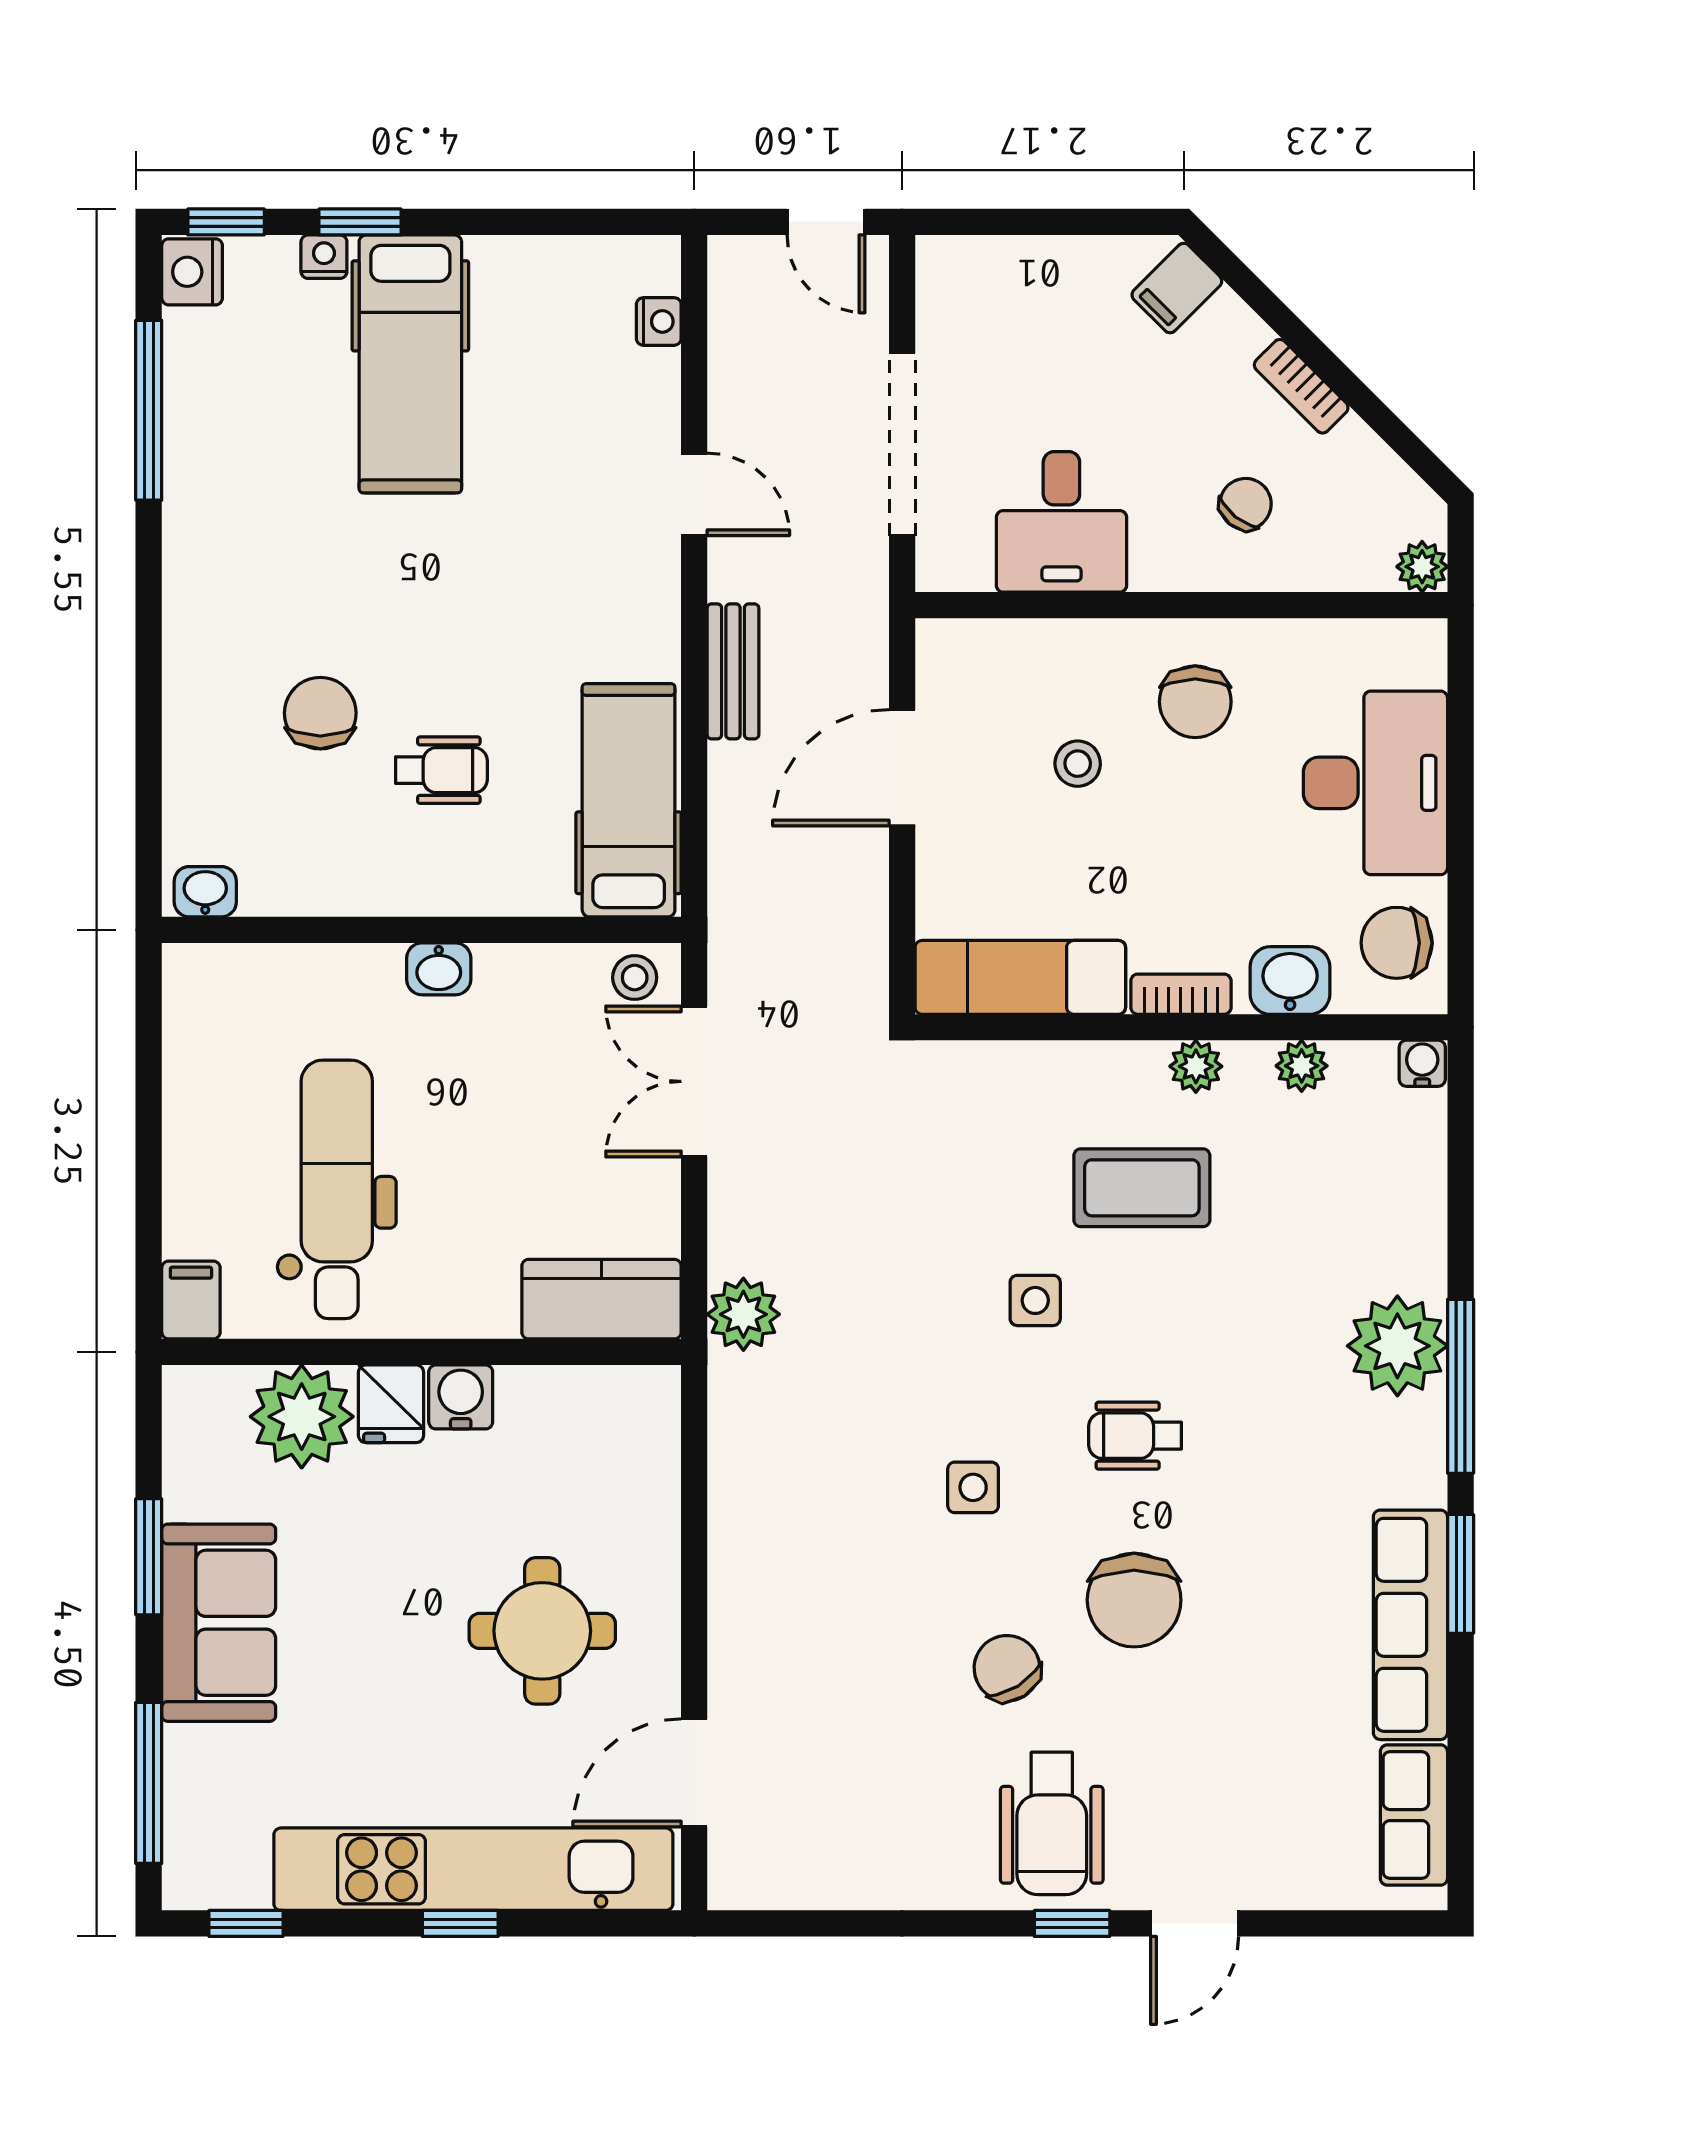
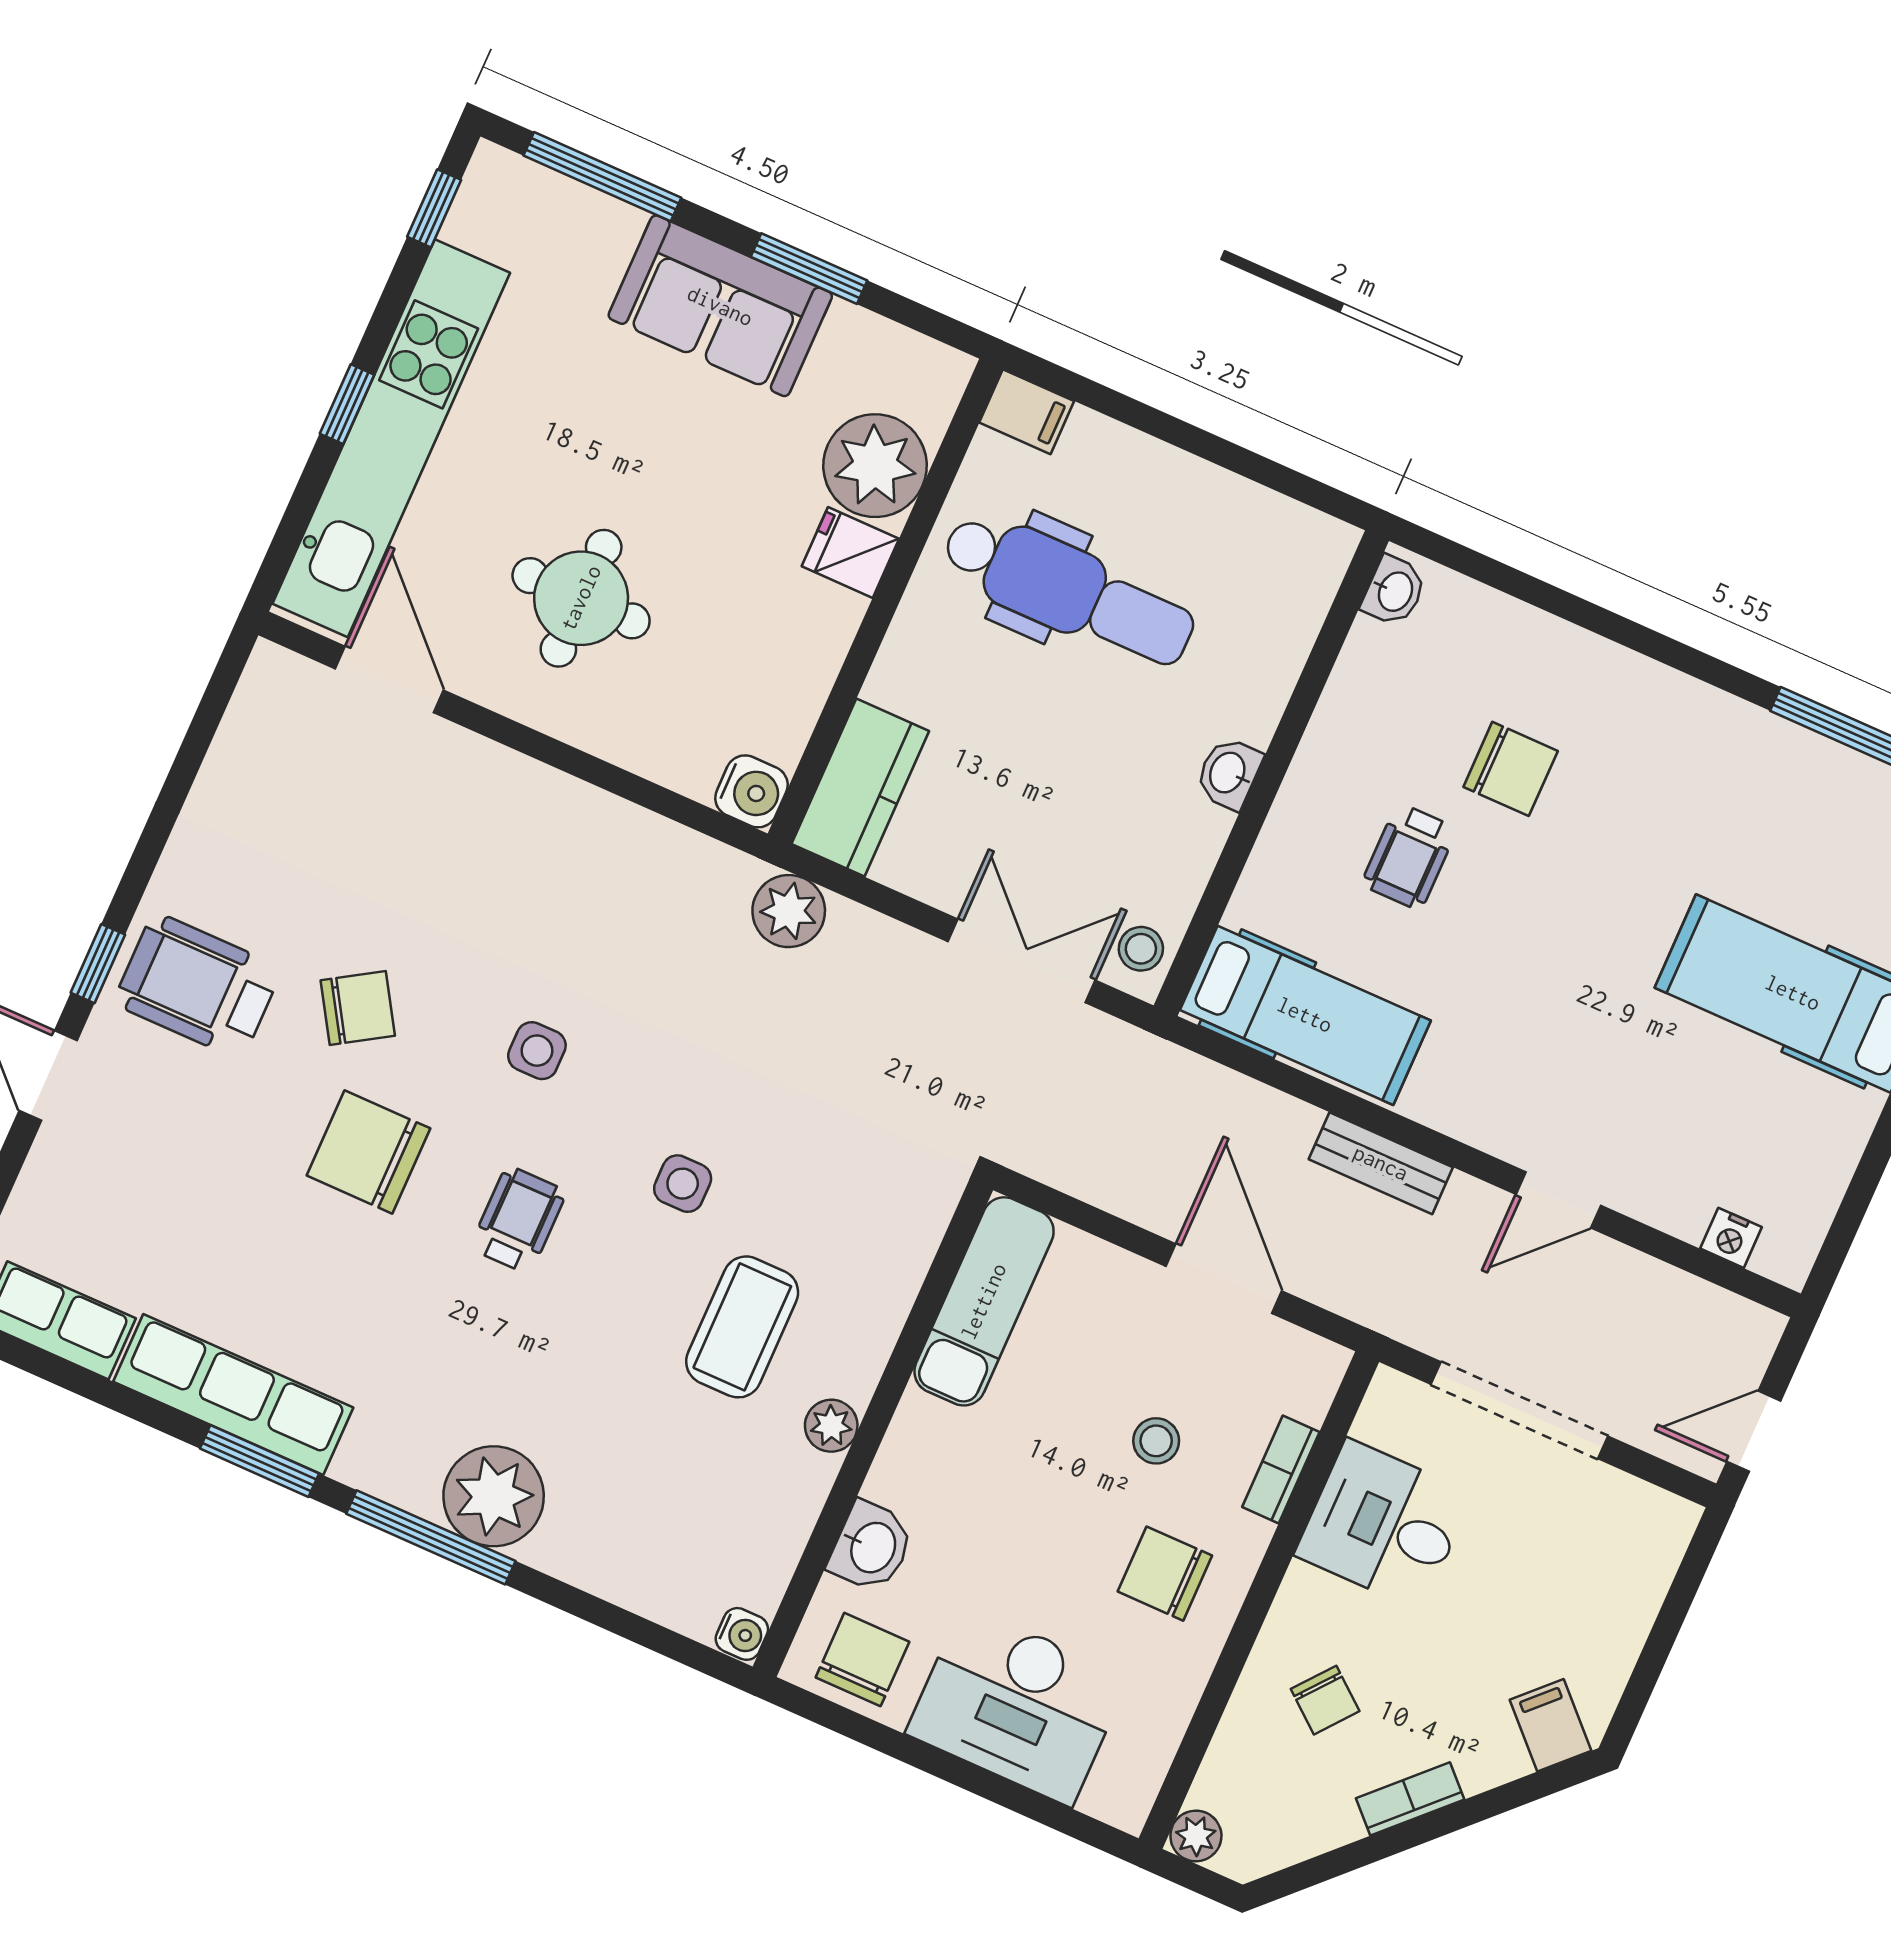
bookcase: (1181, 994) -> (1281, 1469), moved, turned 180
plant: (1302, 1066) -> (789, 1523), removed
water cooler: (461, 1397) -> (751, 791), moved

